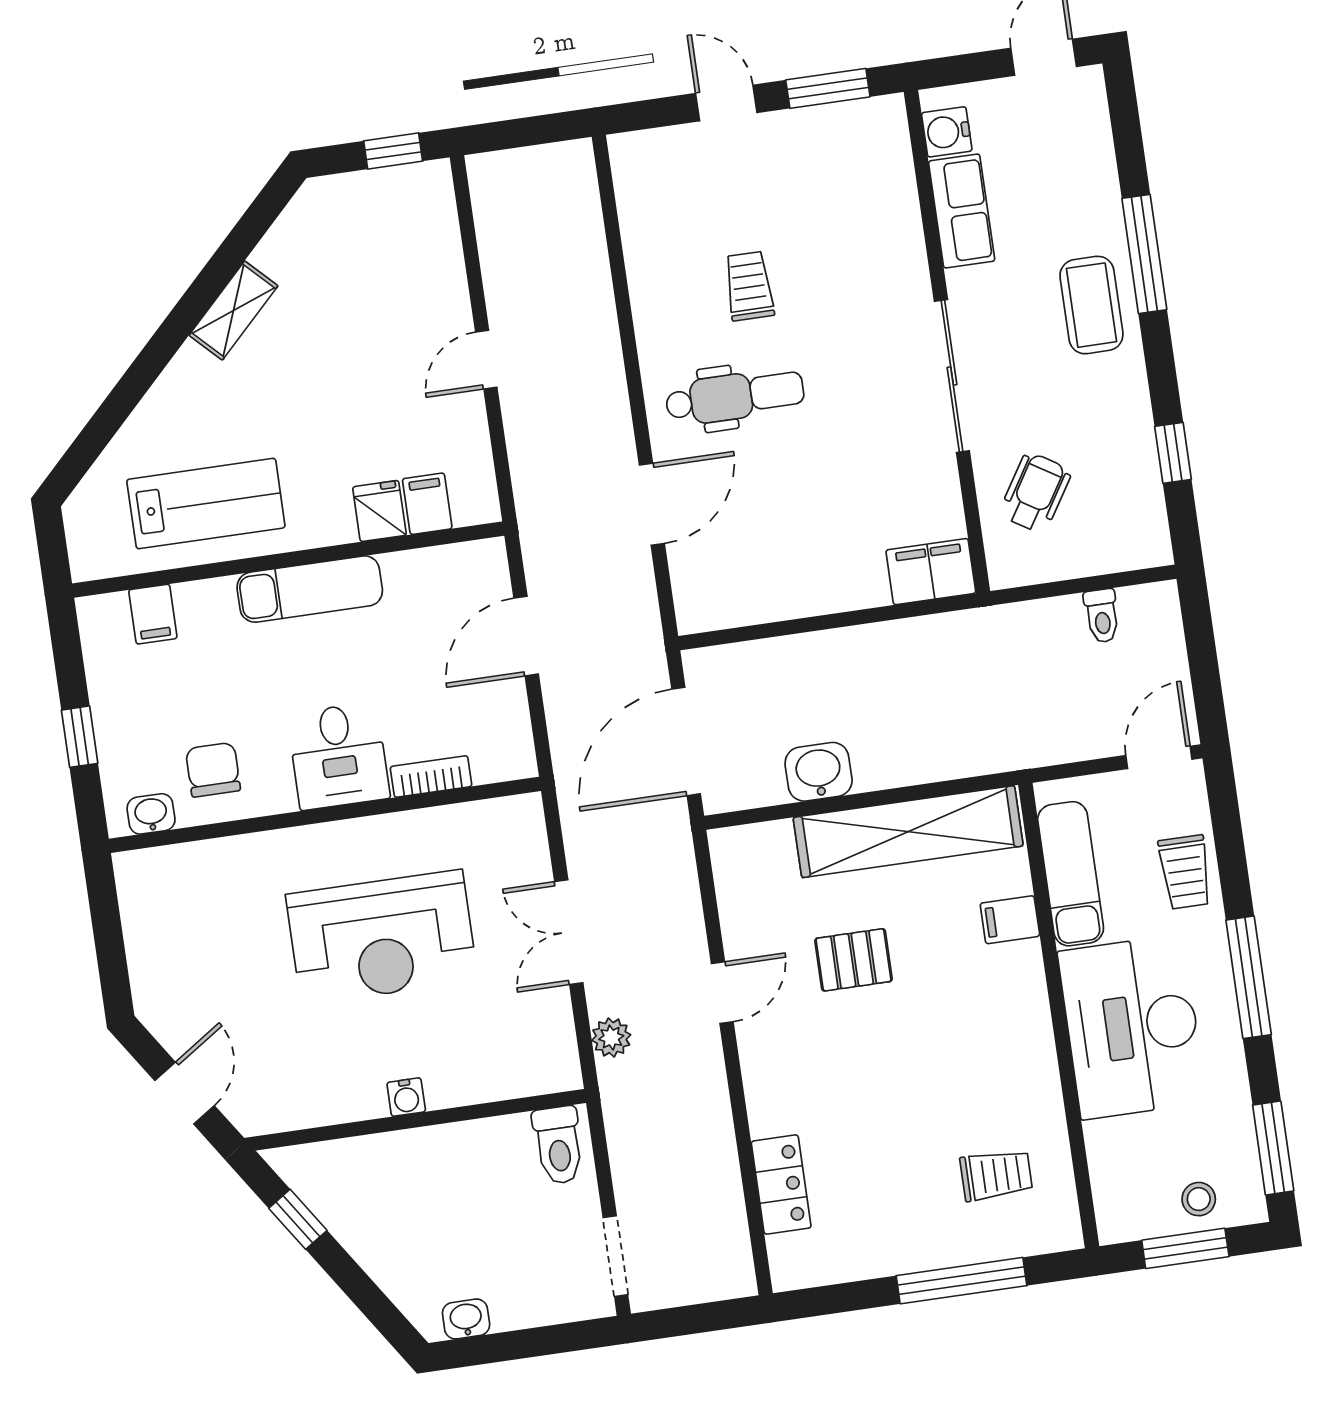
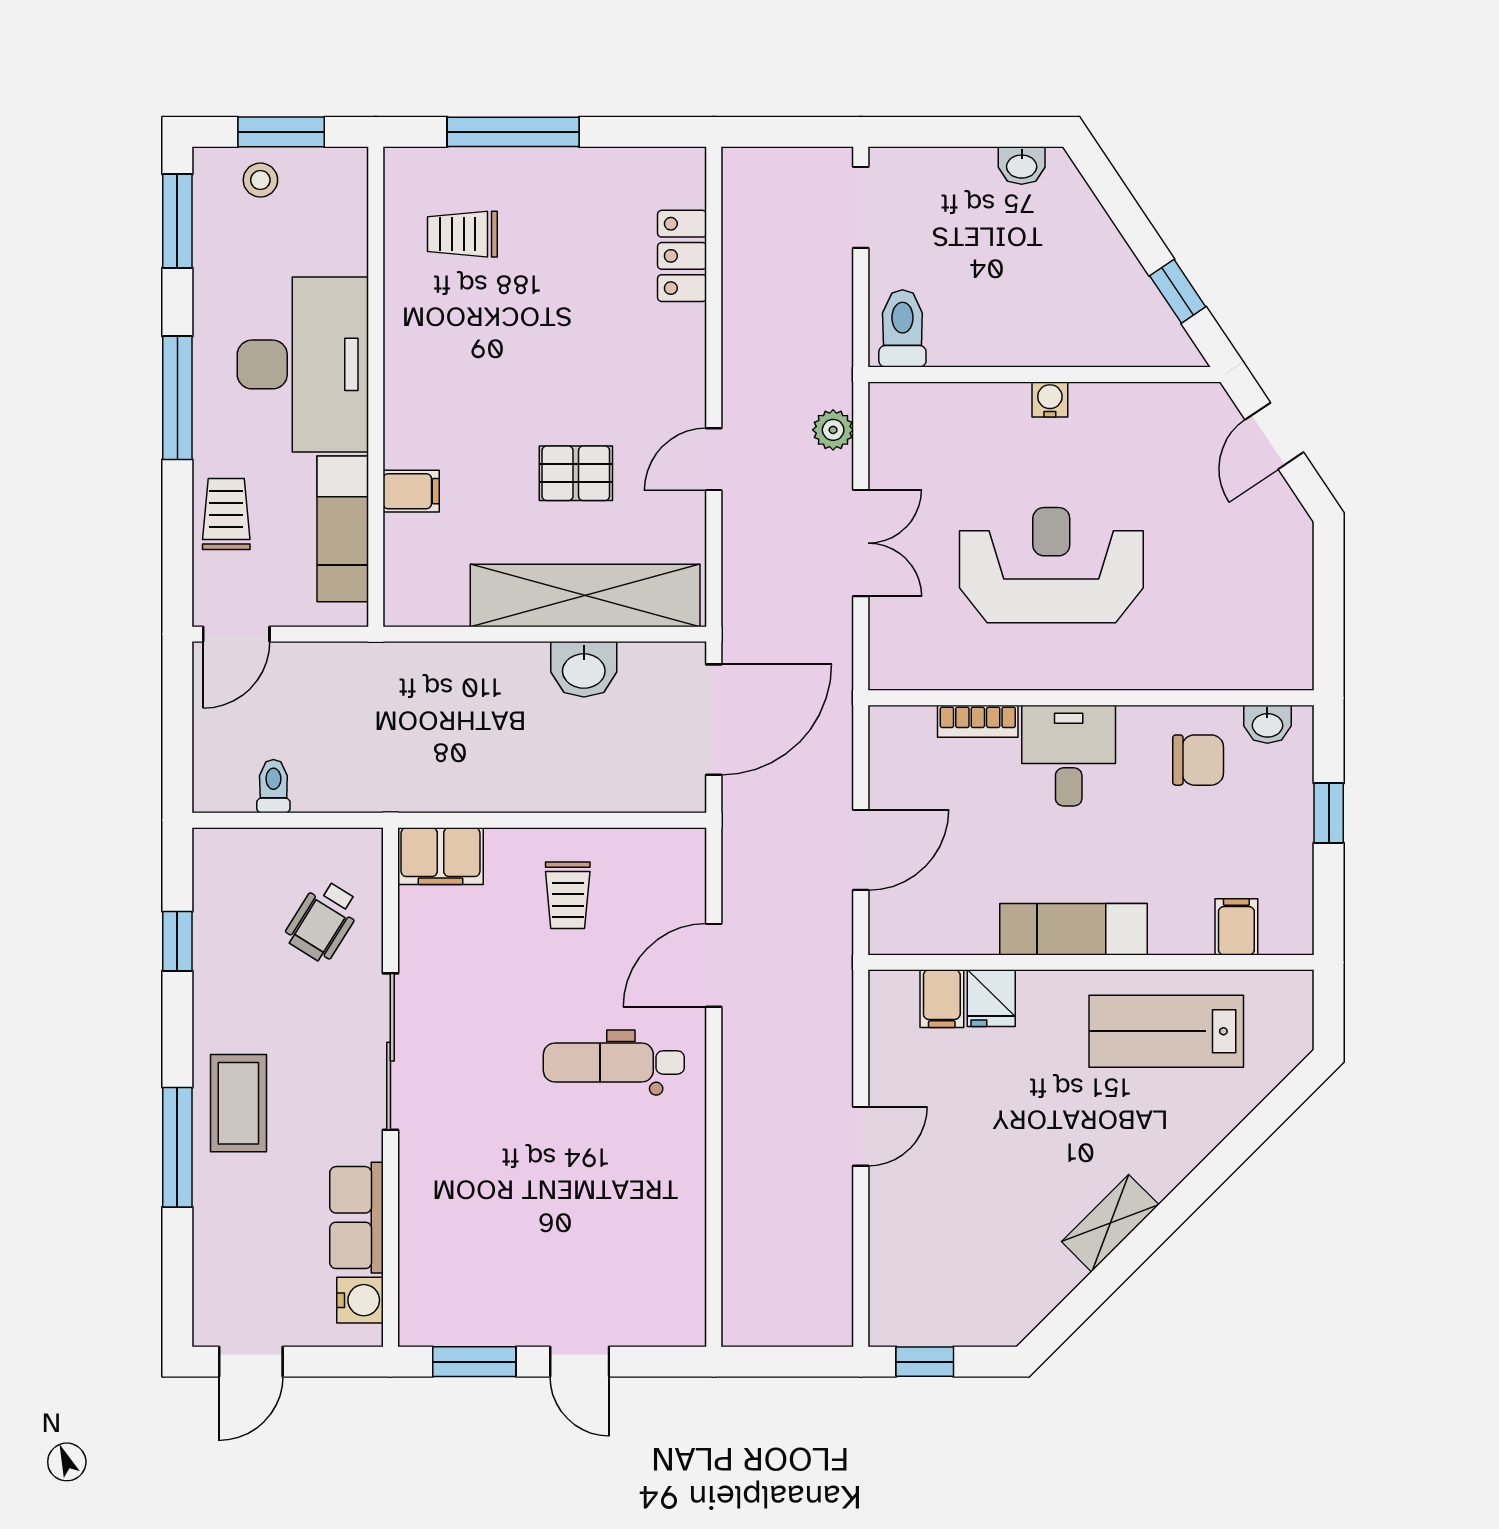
trolley: (749, 286) -> (568, 895), moved
chair: (213, 770) -> (1198, 760), turned -90
shelving: (908, 832) -> (585, 595), moved

